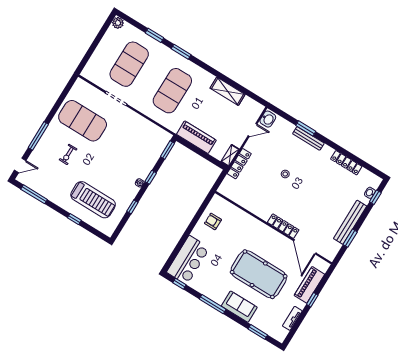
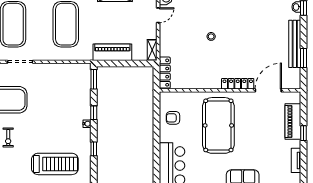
locker: (239, 164) -> (165, 73), moved
door: (305, 247) -> (268, 90), swing flipped
pool table: (259, 274) -> (218, 125), moved, turned 90

